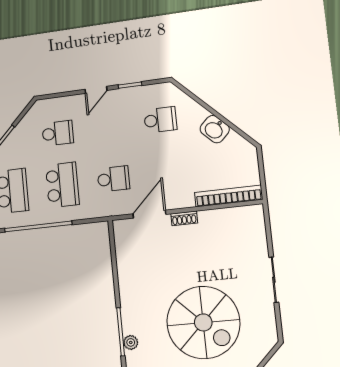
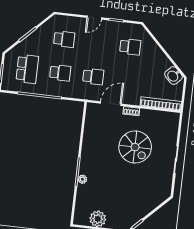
washbasin: (215, 129) -> (173, 76), moved
school desk: (62, 185) -> (60, 73), width x0.54
spiral stairs: (203, 322) -> (135, 147), moved, width x0.73, depth x0.73

